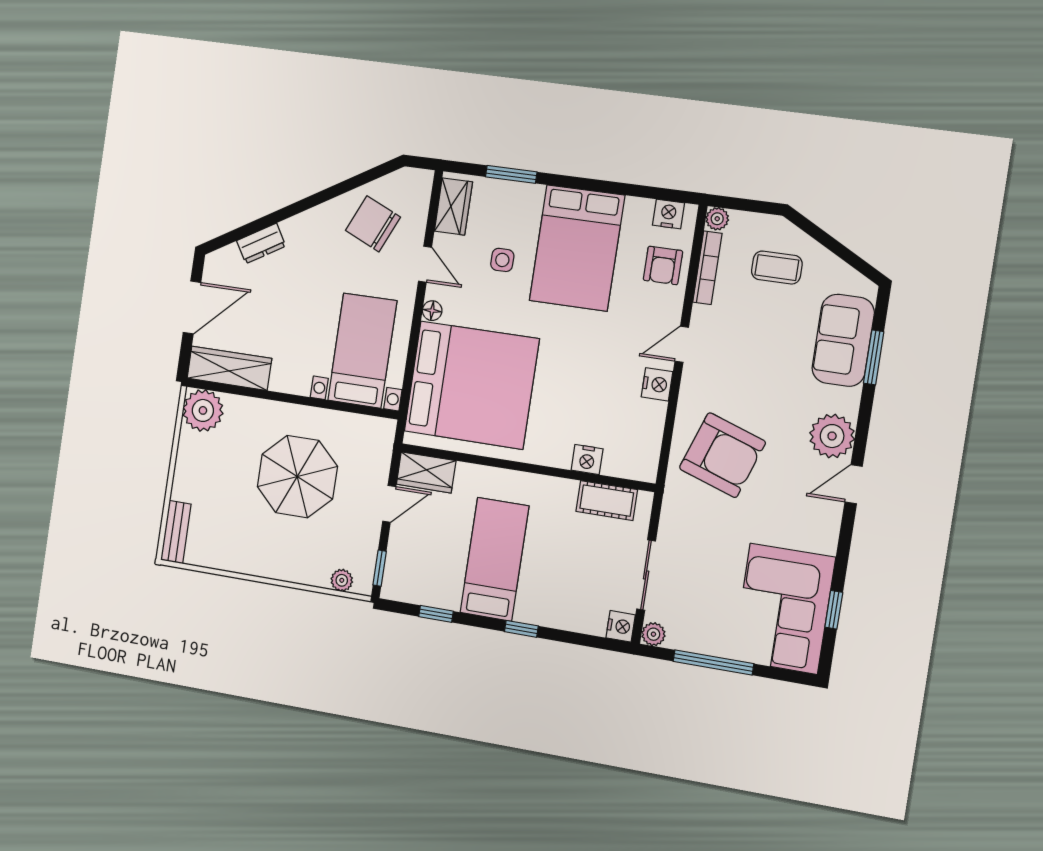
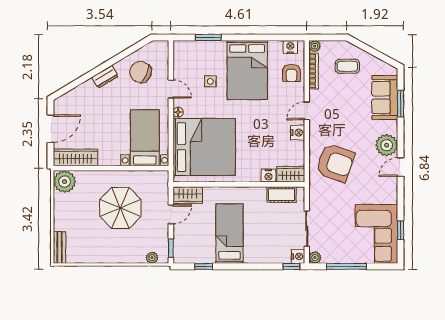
wardrobe: (453, 206) -> (291, 174), moved, turned -90
dresser: (261, 243) -> (105, 77), moved
window: (521, 629) -> (291, 266), moved

